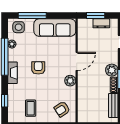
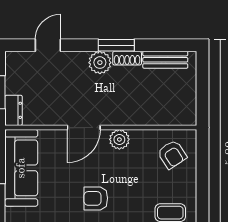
dresser: (101, 23) -> (14, 110), moved
door: (77, 61) -> (84, 128), swing flipped

